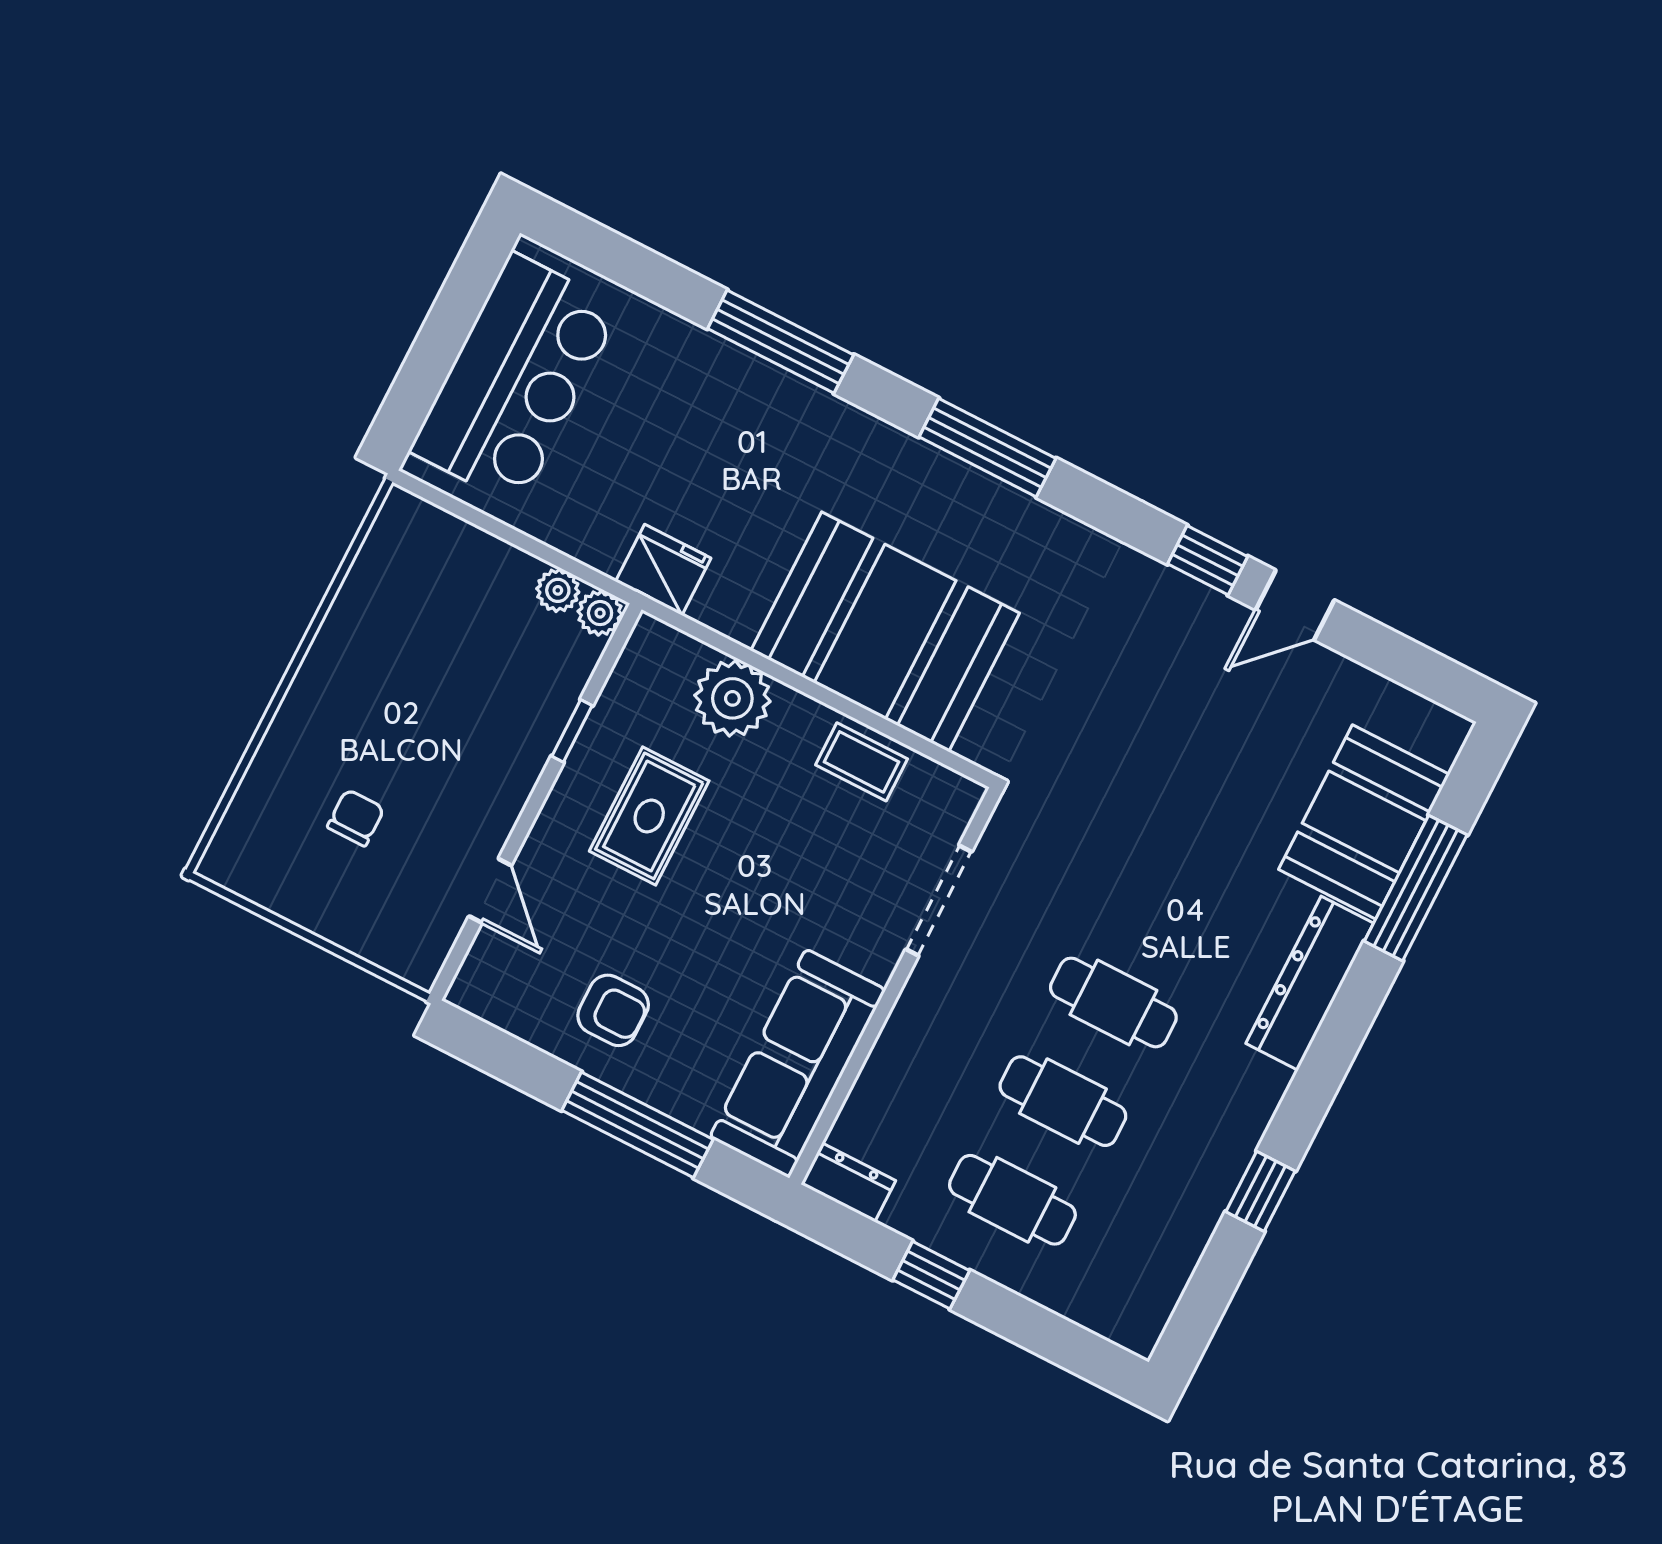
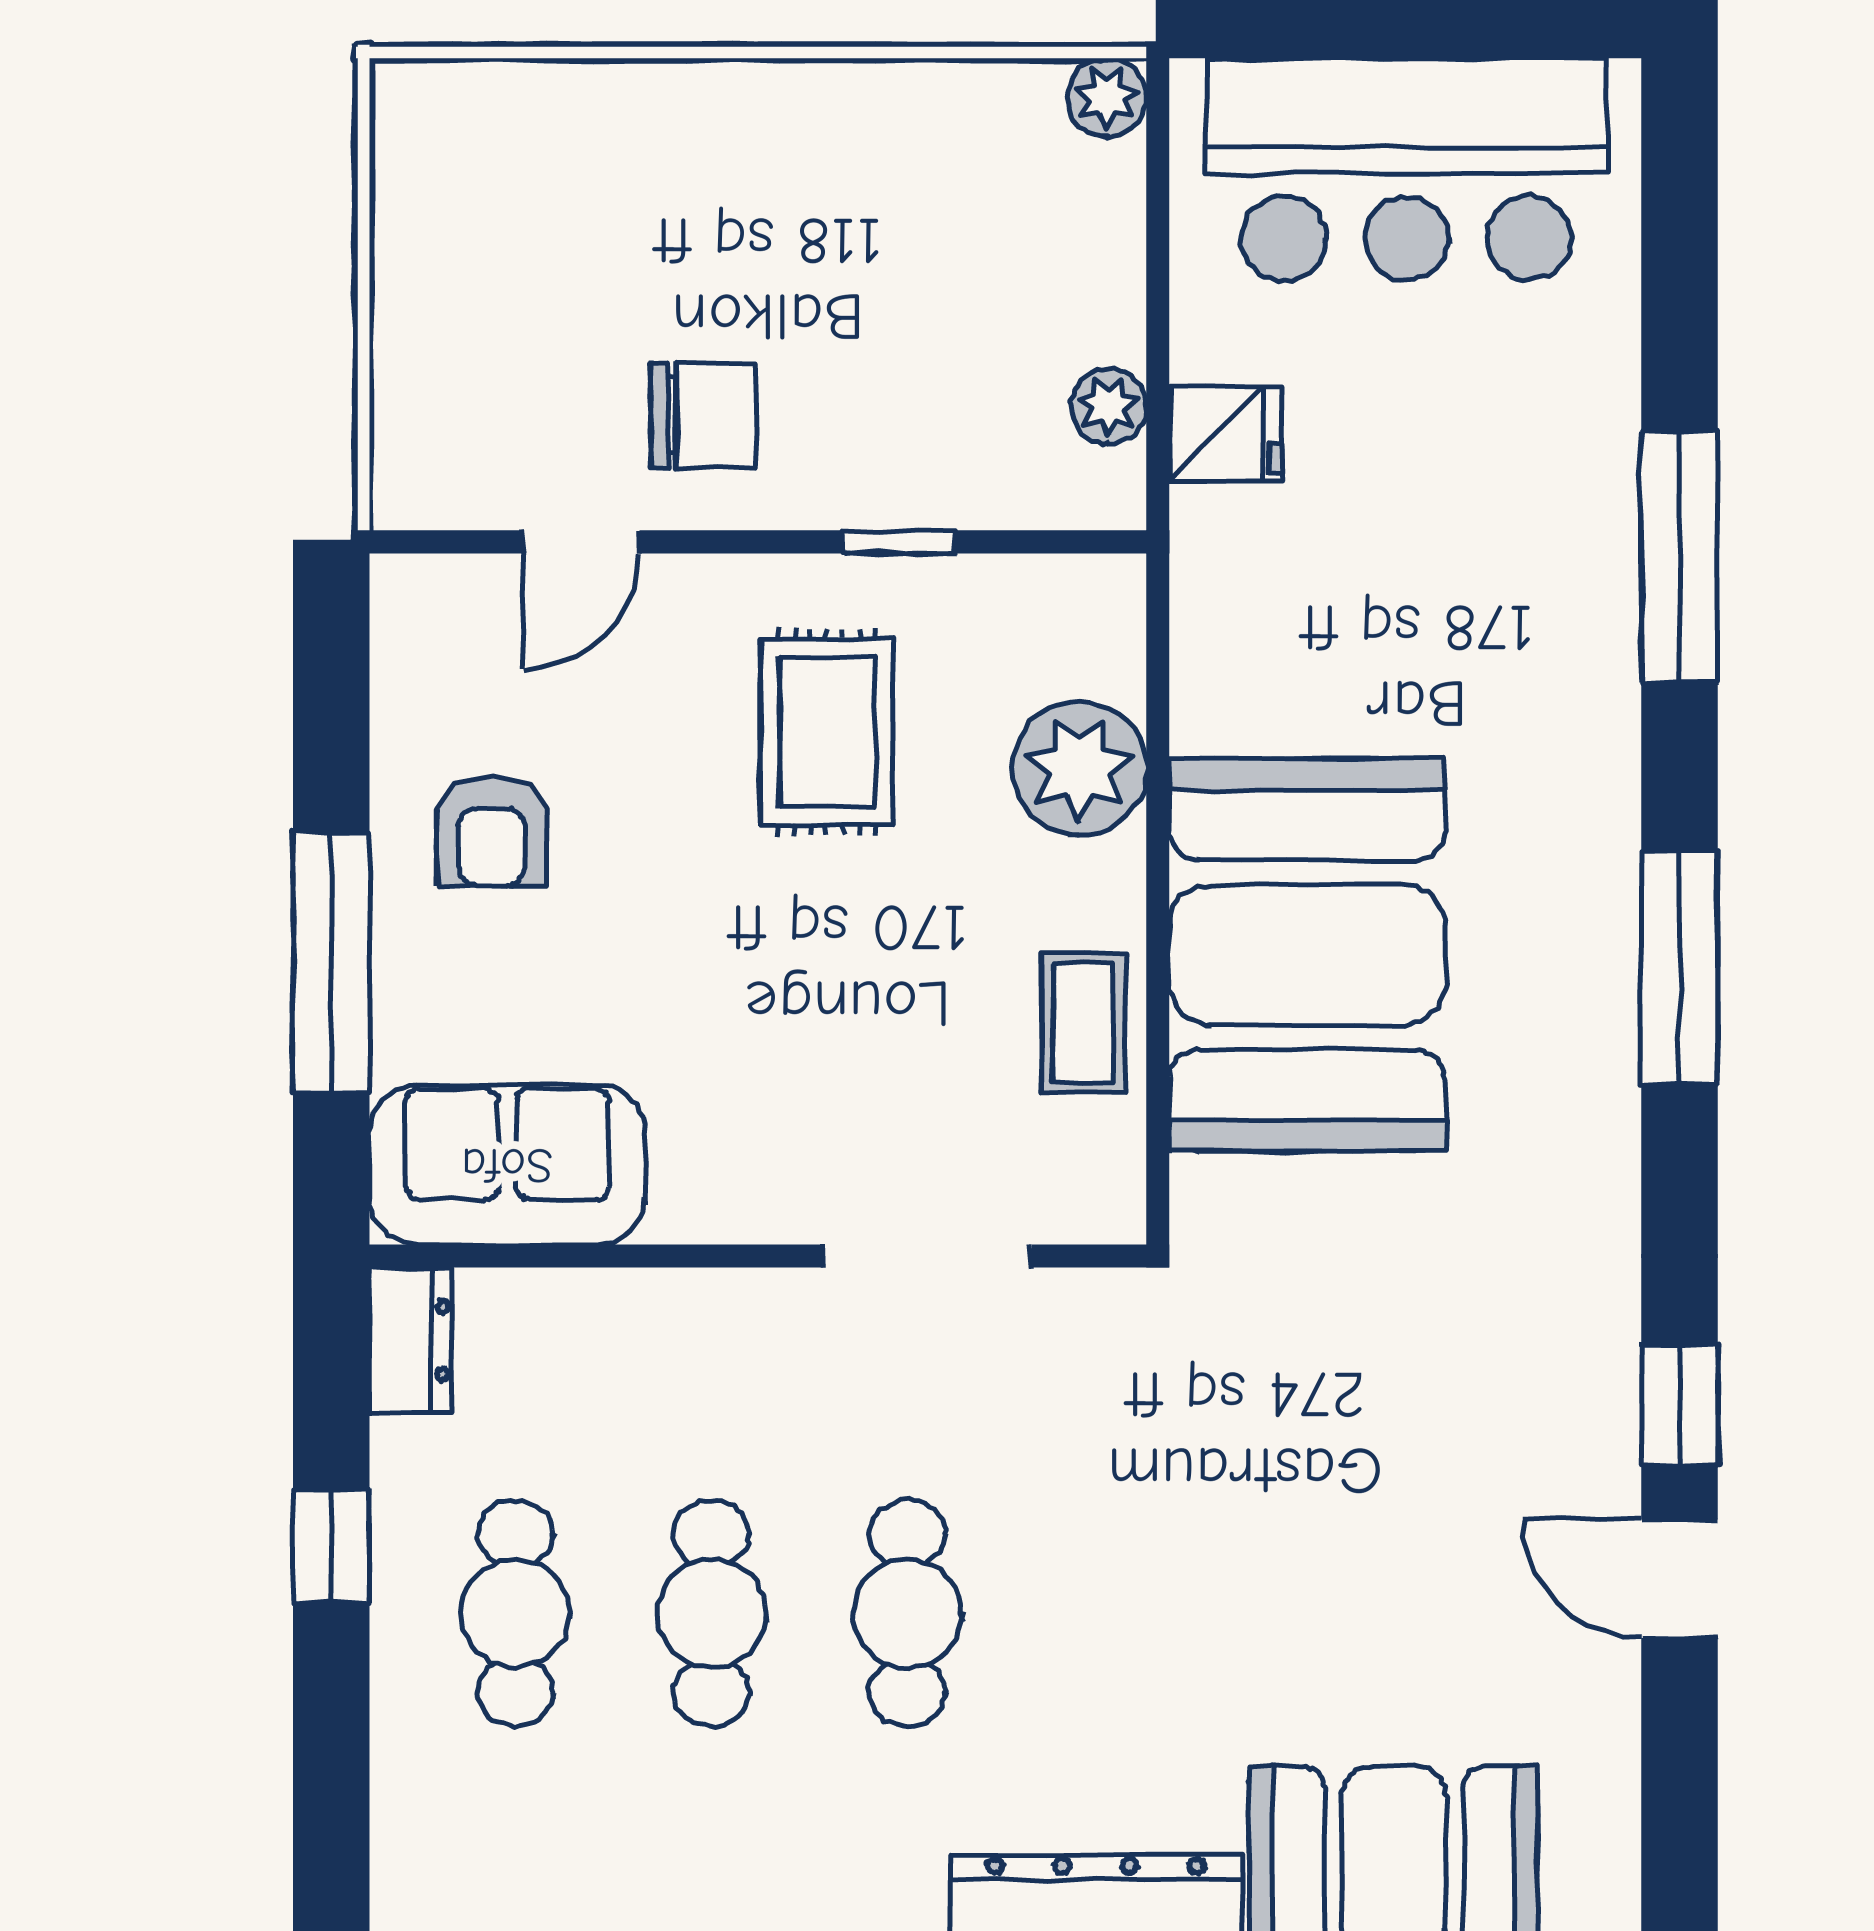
fridge: (663, 570) -> (1226, 434), moved, width x0.72
plant: (600, 613) -> (1107, 98), moved
rug: (649, 816) -> (827, 732), turned 90
chair: (356, 818) -> (704, 415), moved, width x1.37, depth x1.37
sofa: (798, 1063) -> (507, 1165), width x0.73

